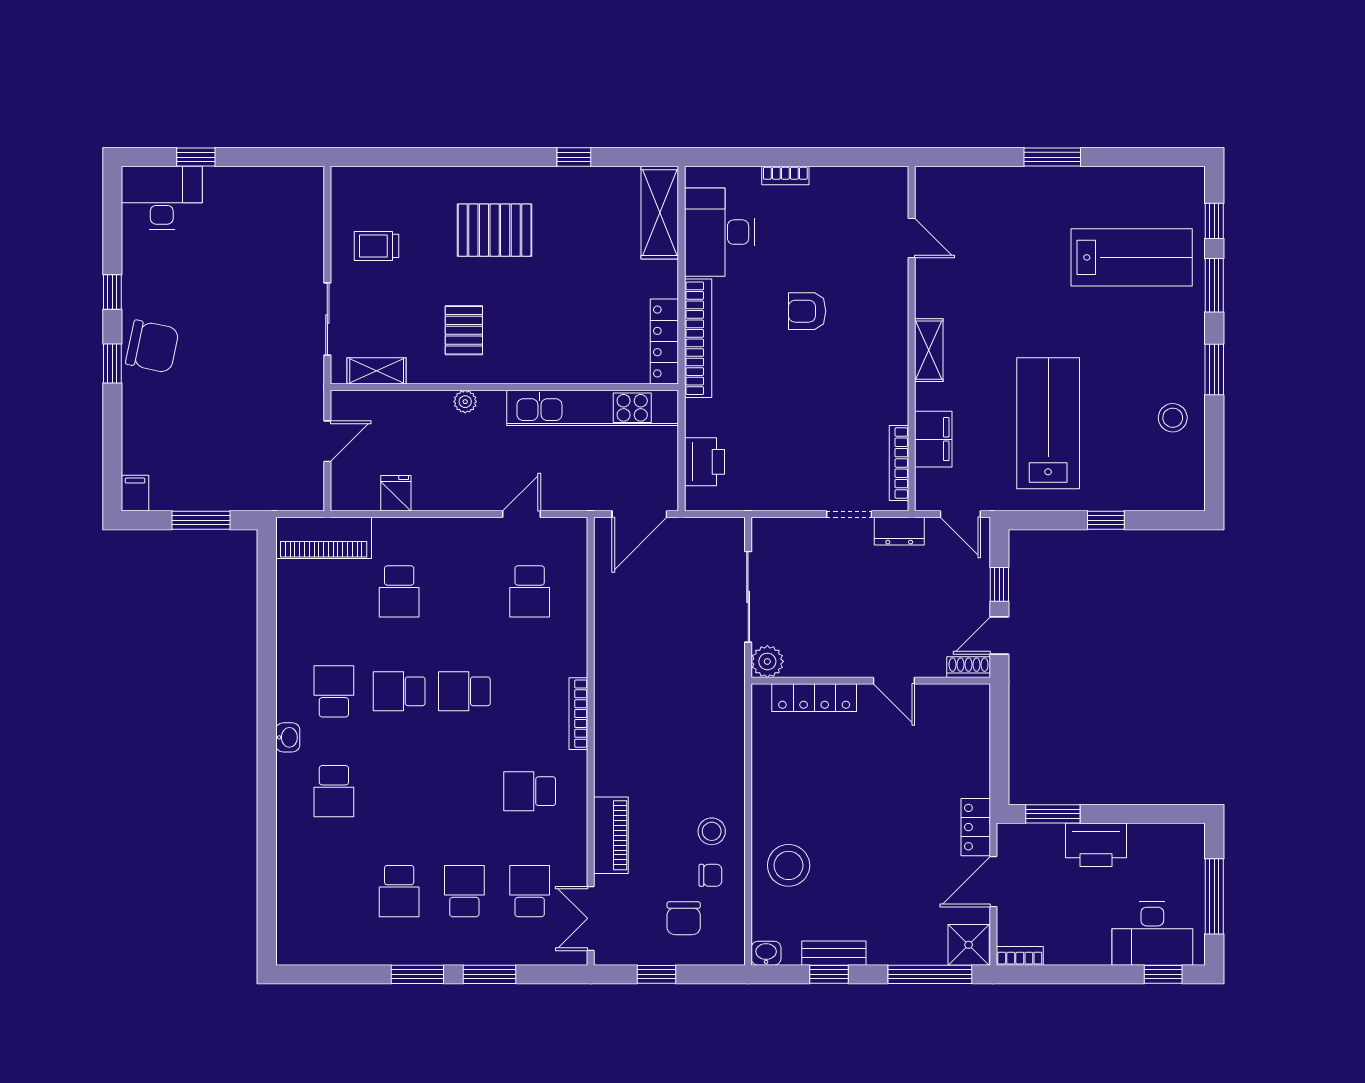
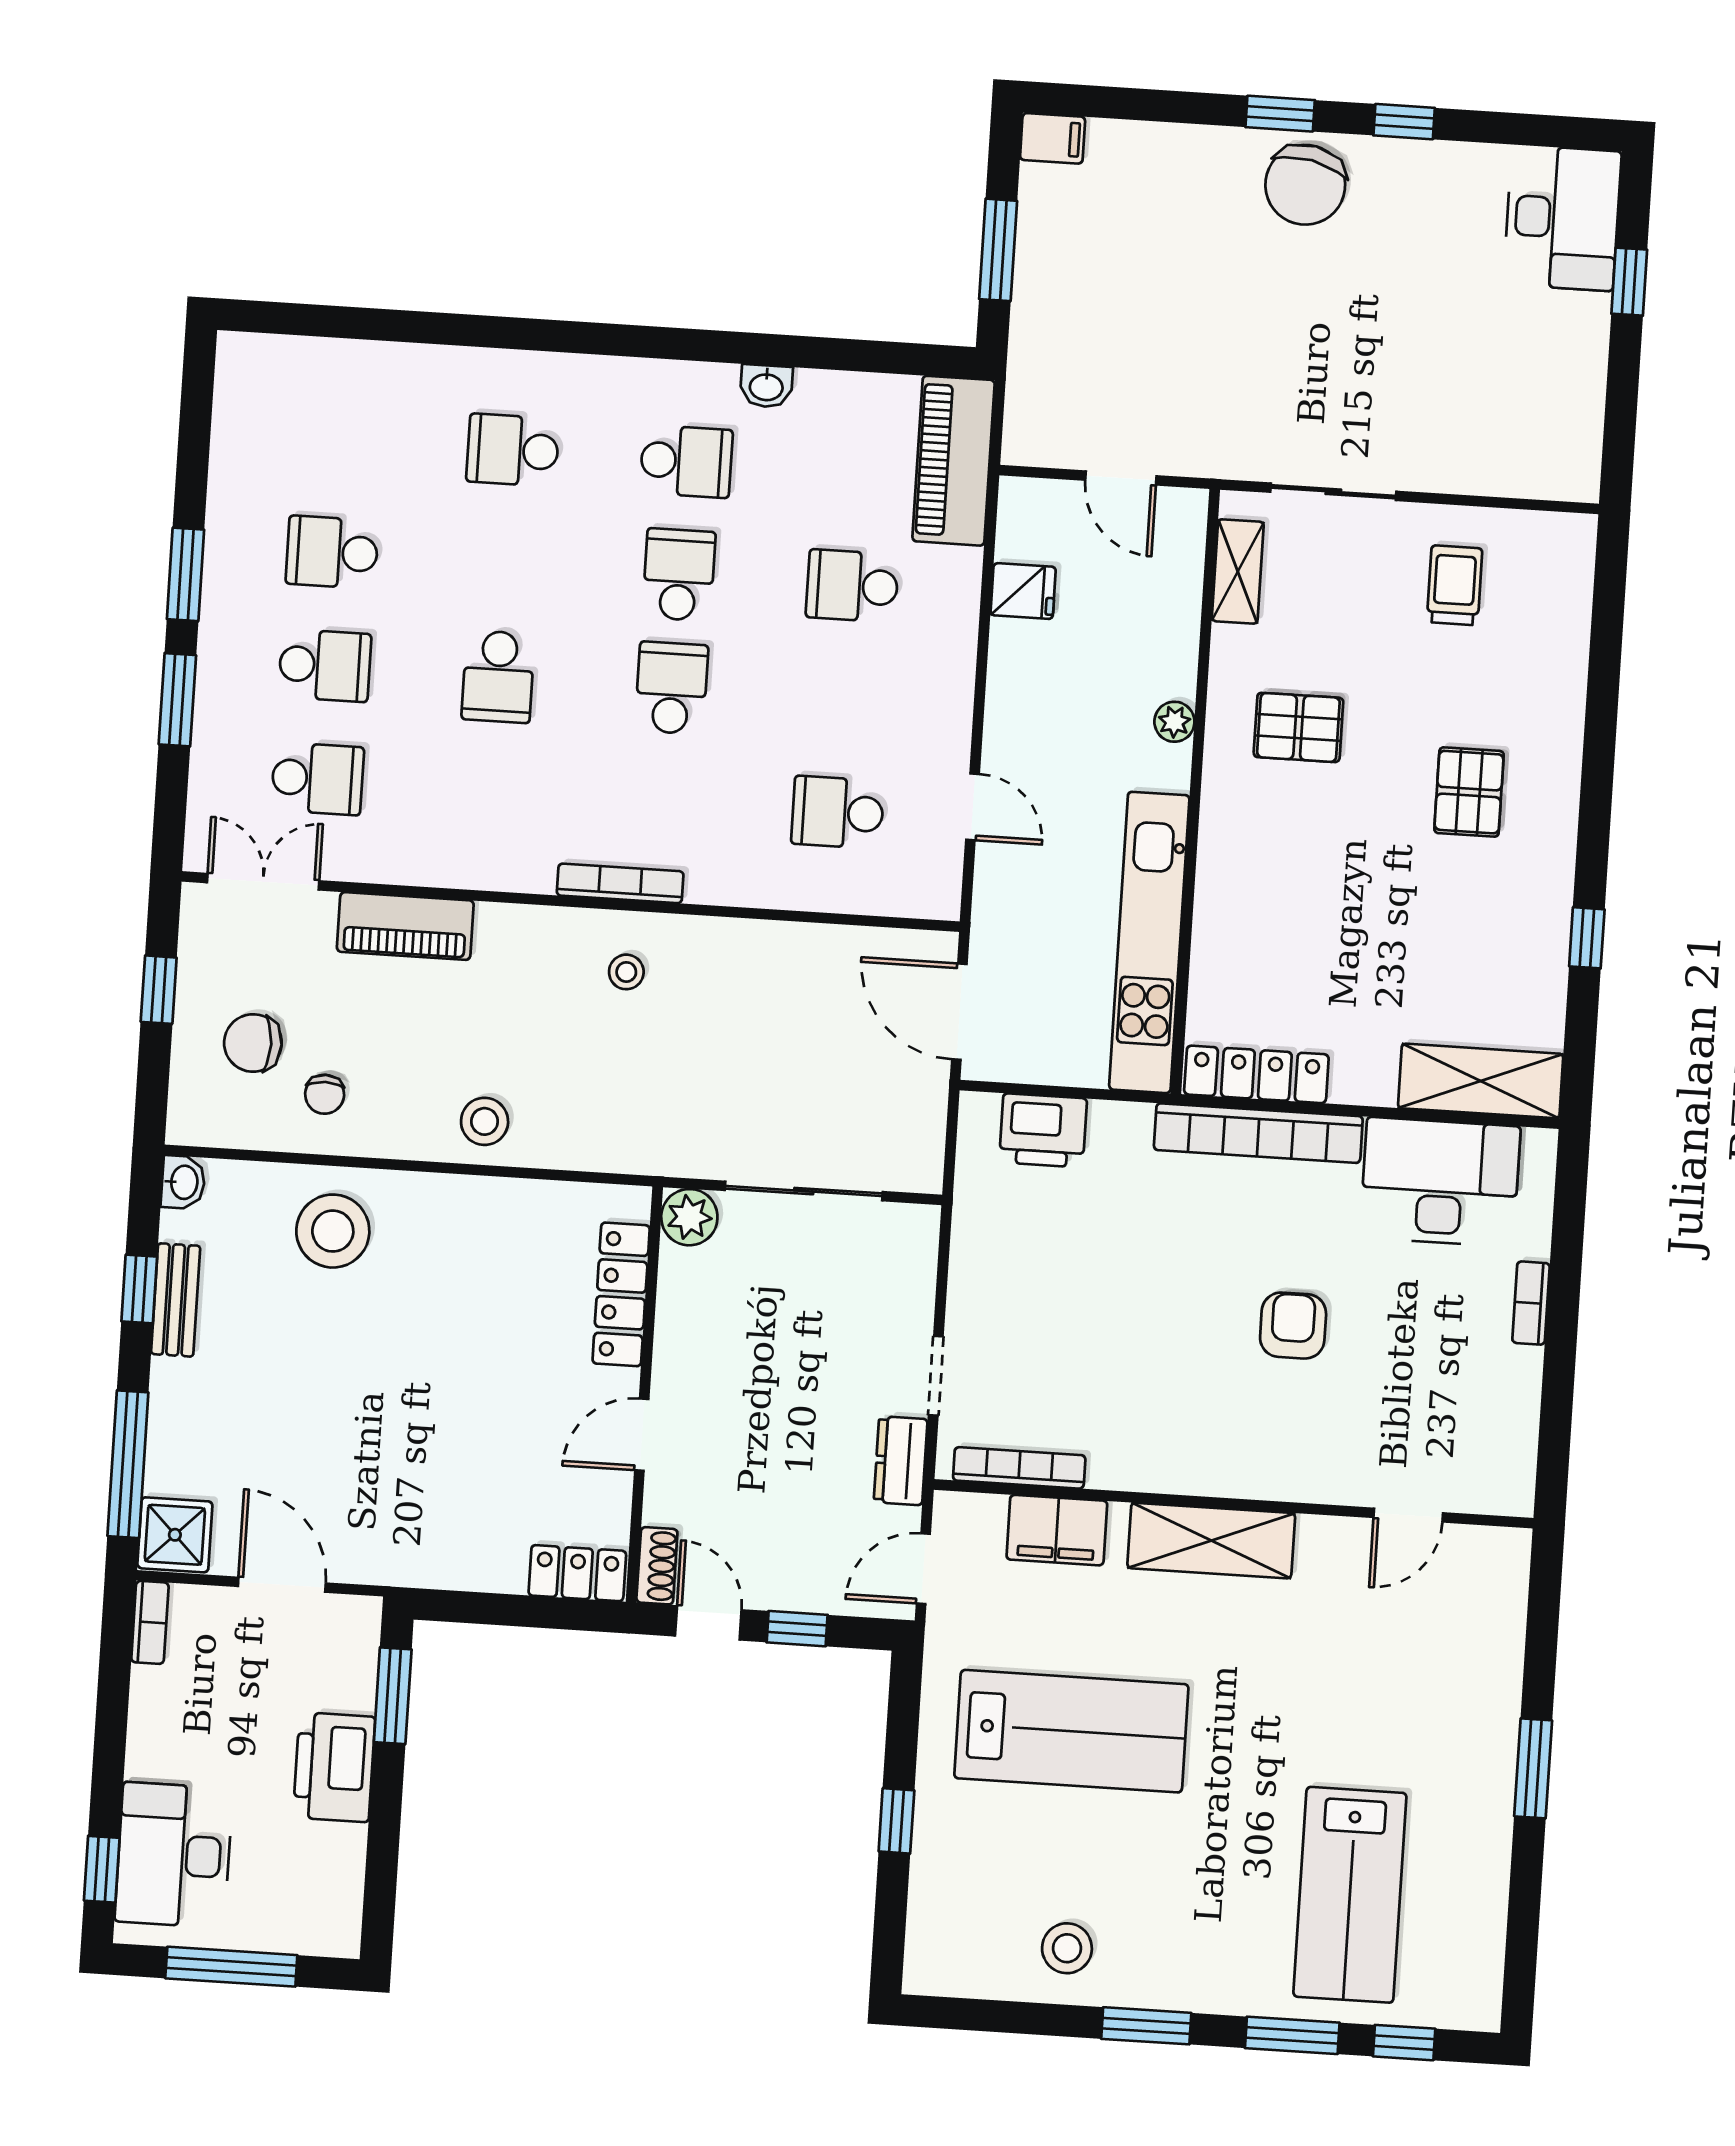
pallet: (495, 230) -> (1469, 792), width x0.67, depth x0.71
shelving: (929, 350) -> (1211, 1541), width x1.50, depth x1.33
stool: (629, 707) -> (626, 972), added
washbasin: (288, 737) -> (766, 386), moved
school desk: (530, 791) -> (498, 677), moved, turned 180
locker: (976, 827) -> (577, 1573), moved
stool: (712, 831) -> (485, 1121), moved

